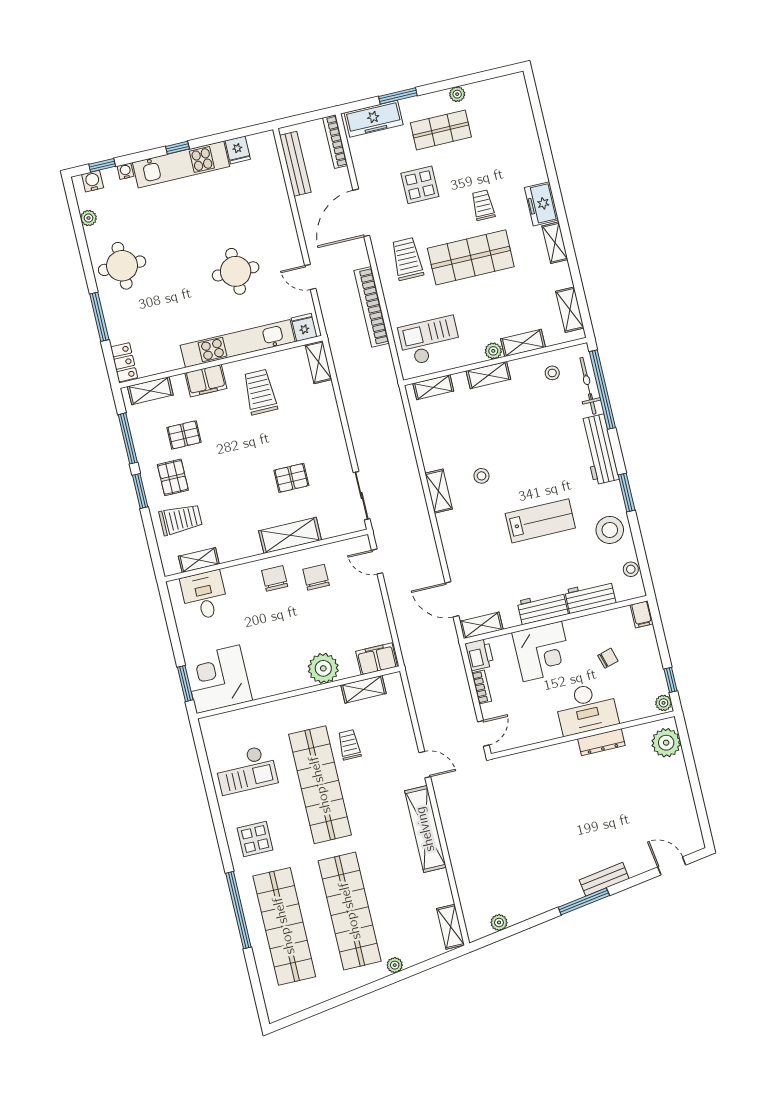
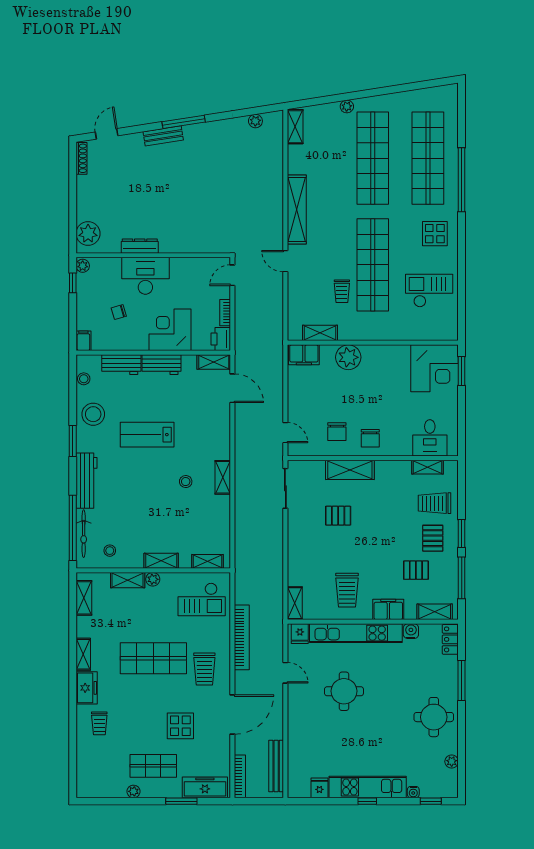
water cooler: (93, 181) -> (411, 631), moved, turned 180
trolley: (483, 205) -> (99, 723), moved
shoe rack: (695, 830) -> (81, 158), added
door: (672, 866) -> (107, 134), swing flipped

